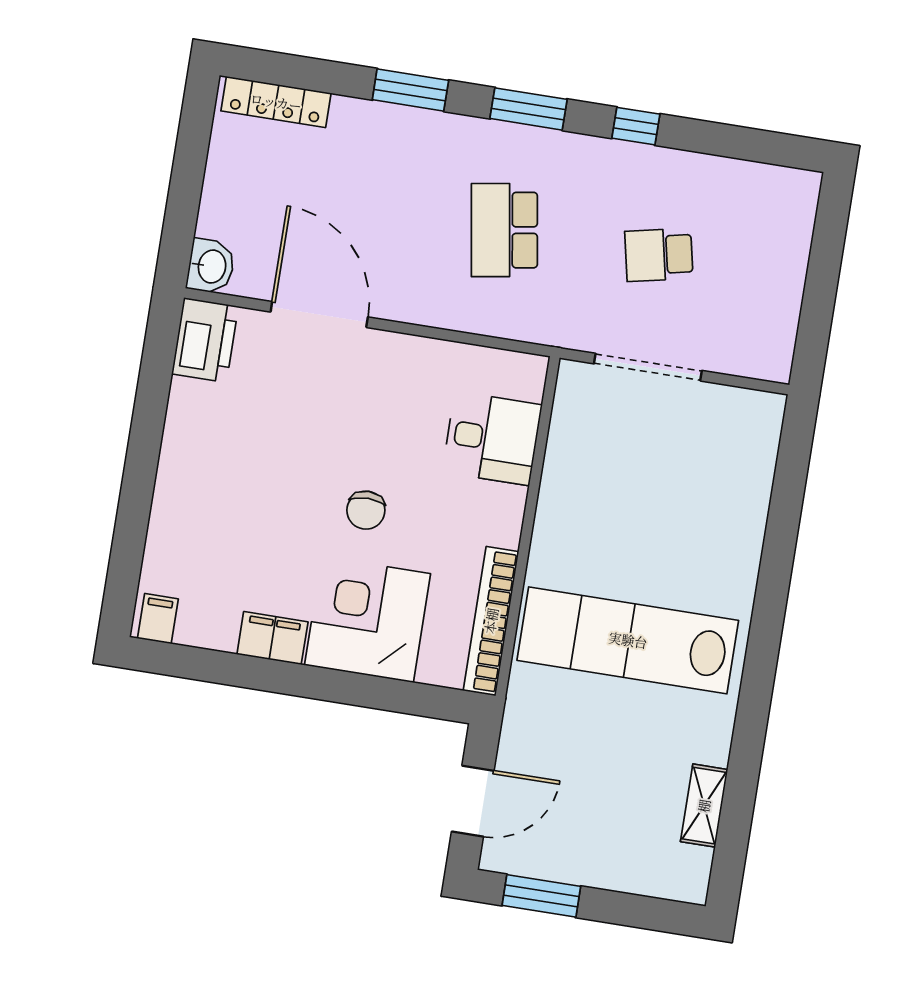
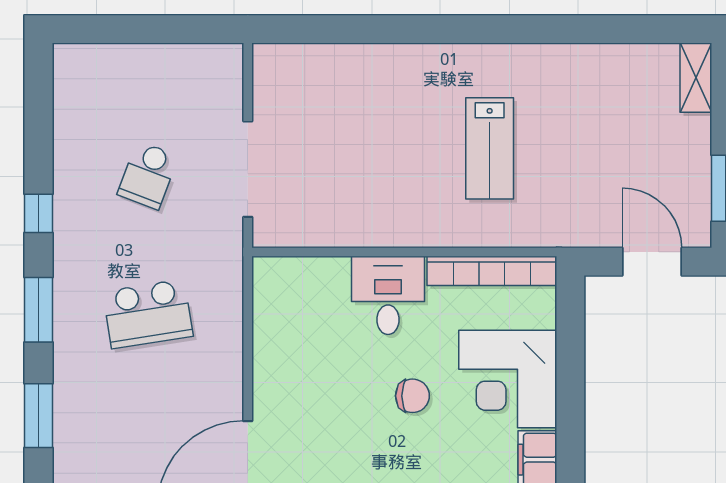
school desk: (659, 255) -> (148, 175), turned 33
desk: (492, 438) -> (388, 295), moved
lab bench: (628, 640) -> (490, 148), width x0.54, depth x0.72
shelving: (704, 806) -> (696, 78), moved, turned 90

